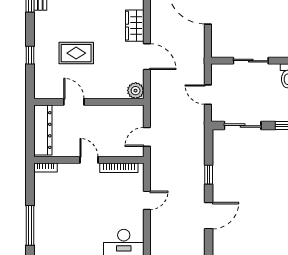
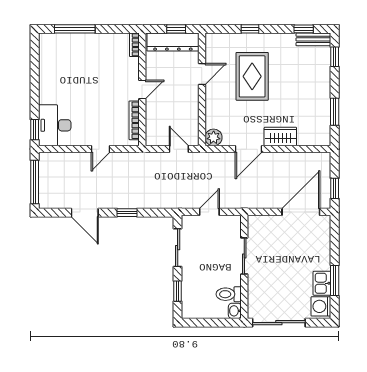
rug: (76, 53) -> (252, 76), width x1.36, depth x1.43
window: (30, 127) -> (176, 29), added
door: (147, 137) -> (179, 149), moved
door: (147, 200) -> (101, 149), hinge flipped

